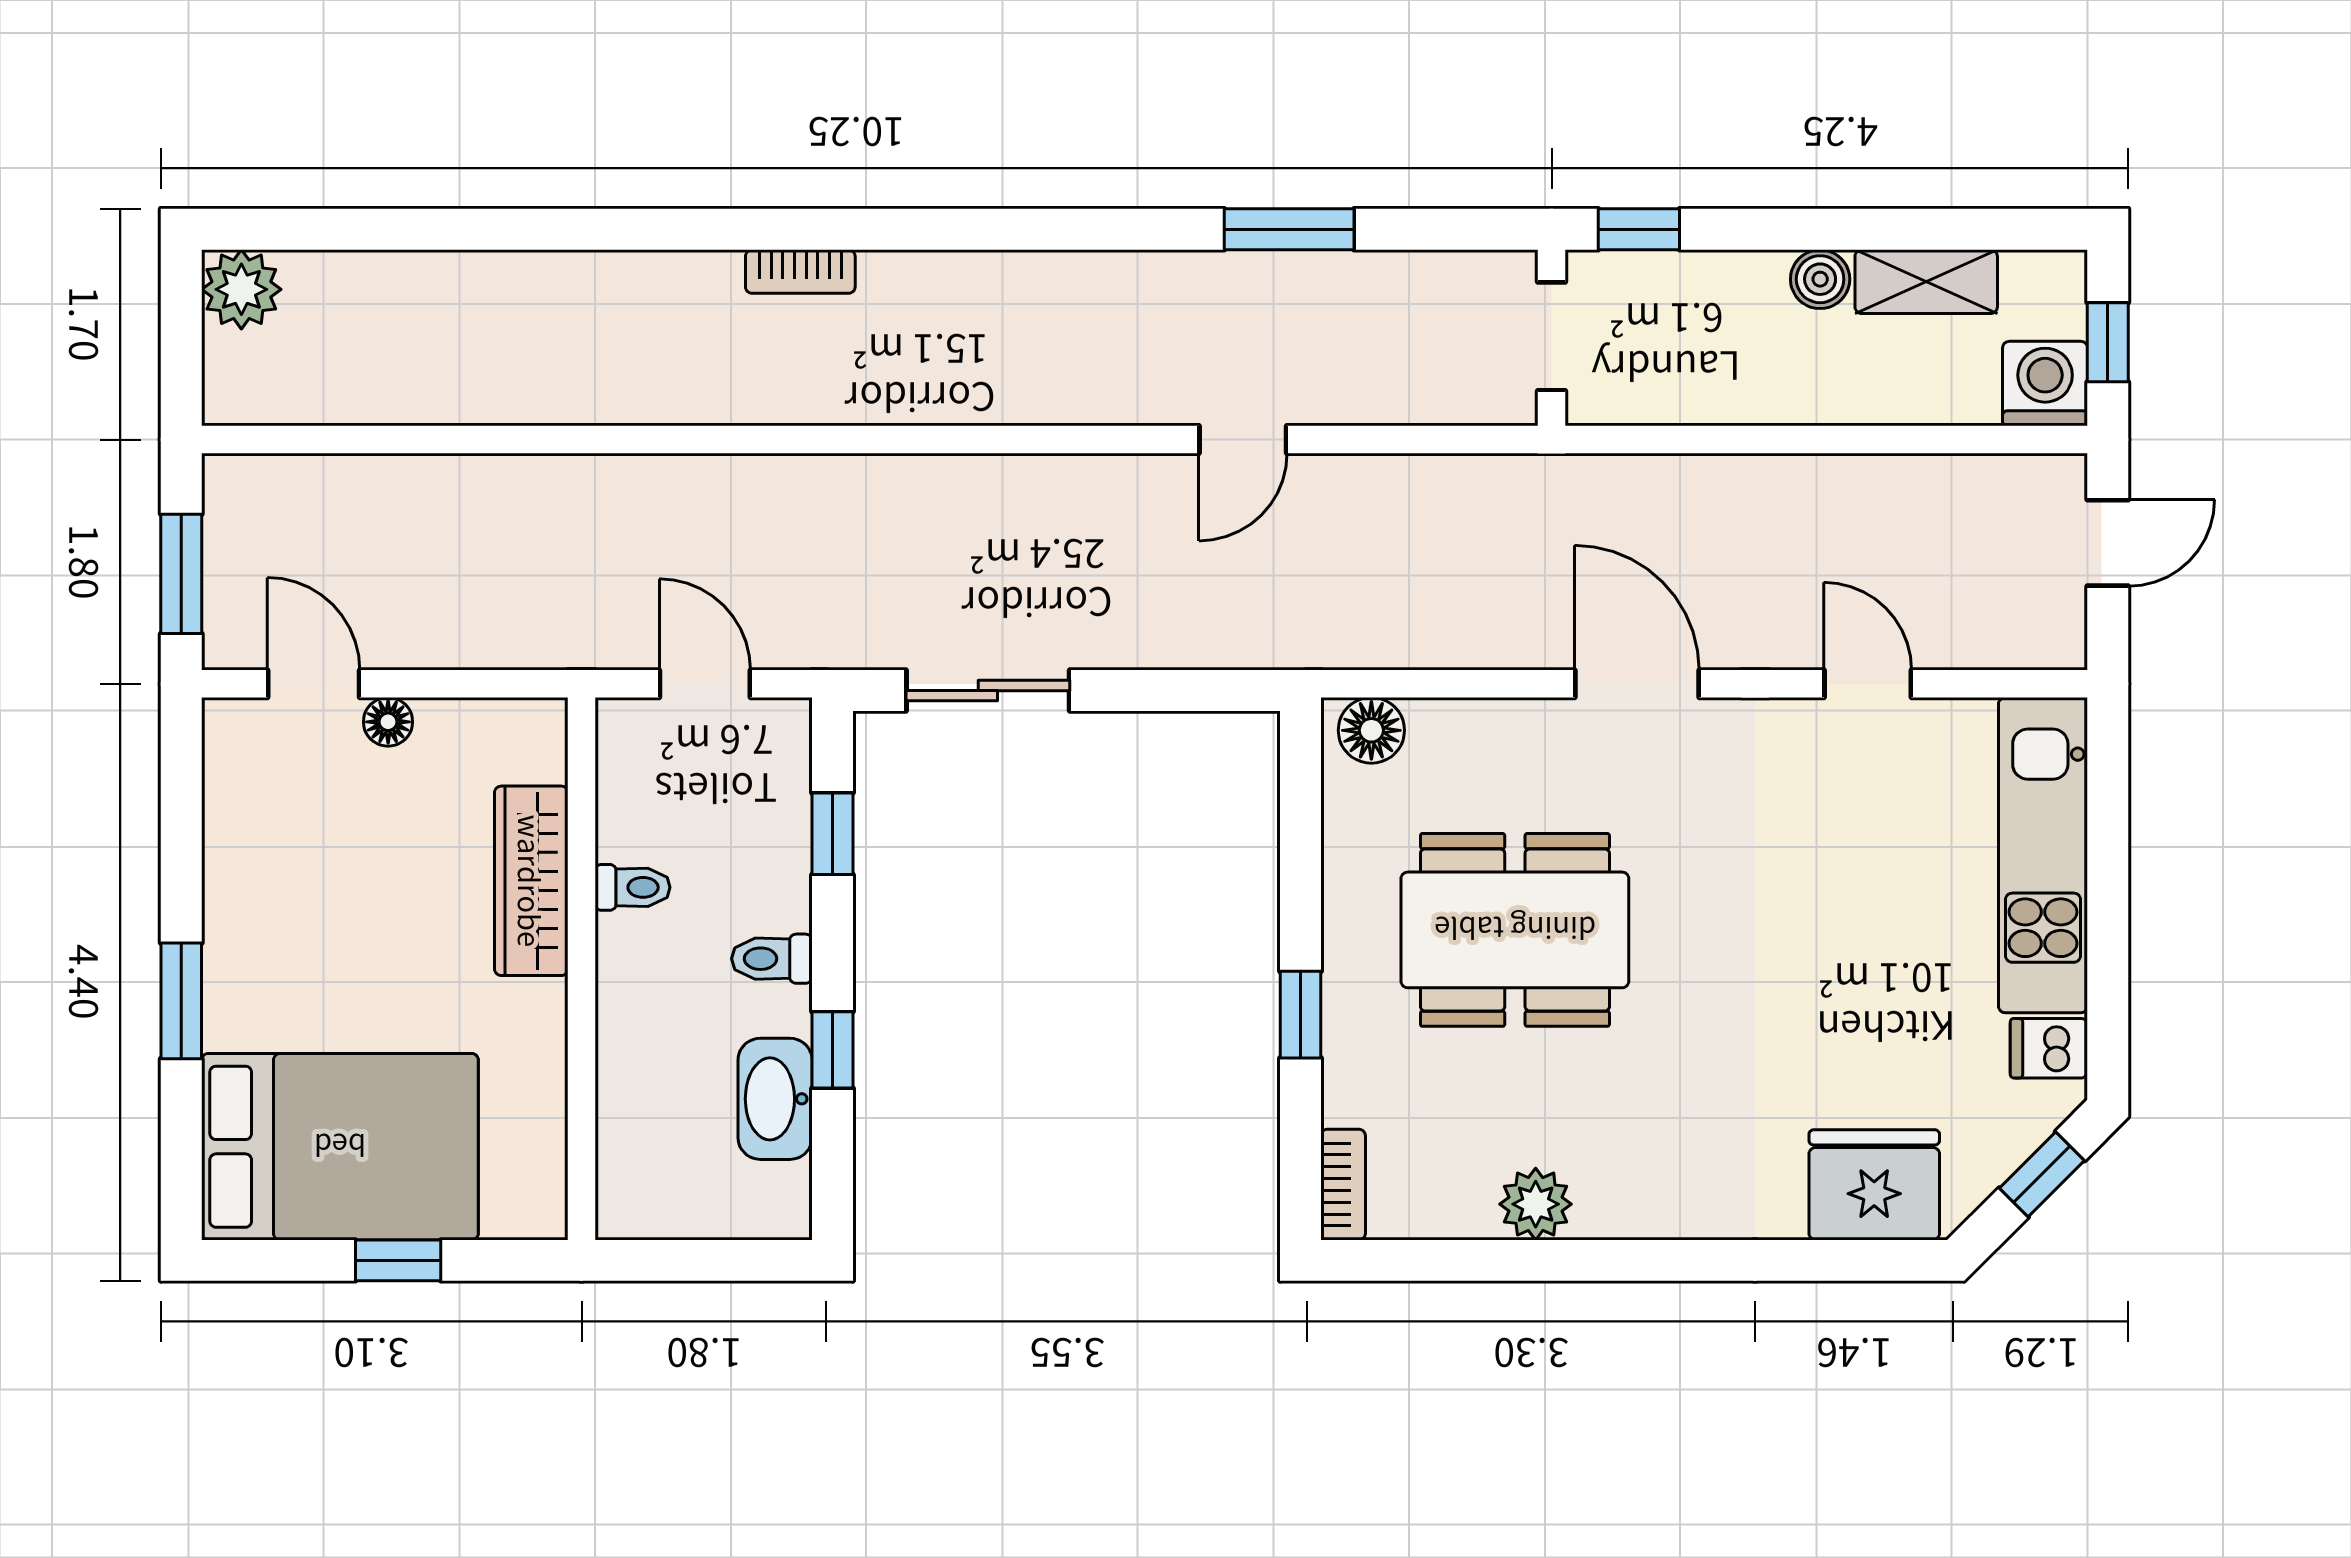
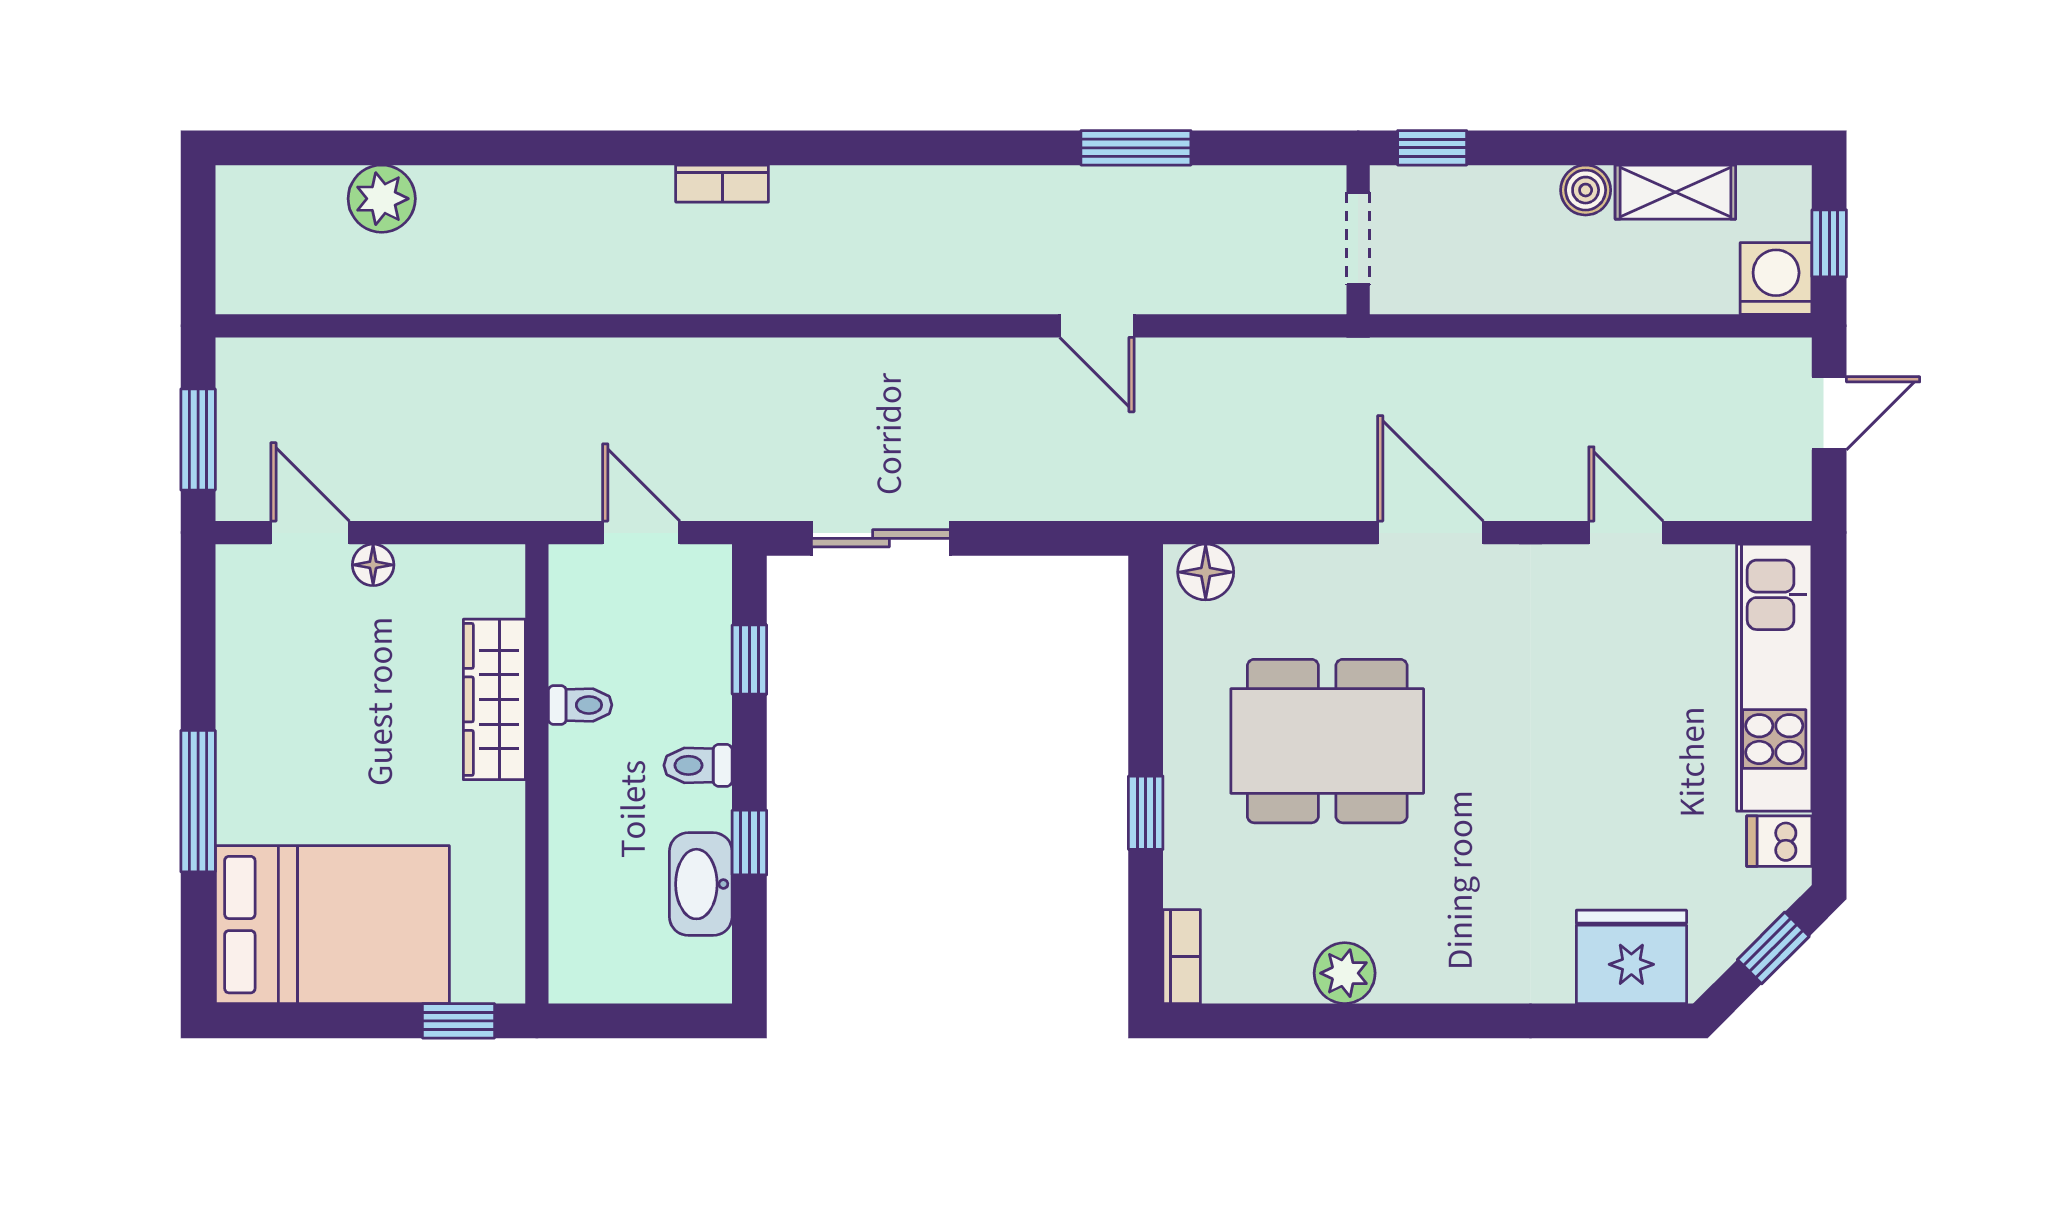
plant: (241, 289) -> (382, 199), moved
door: (1243, 440) -> (1097, 326), hinge flipped
window: (181, 1001) -> (198, 801), width x1.44
window: (398, 1260) -> (459, 1021), moved

